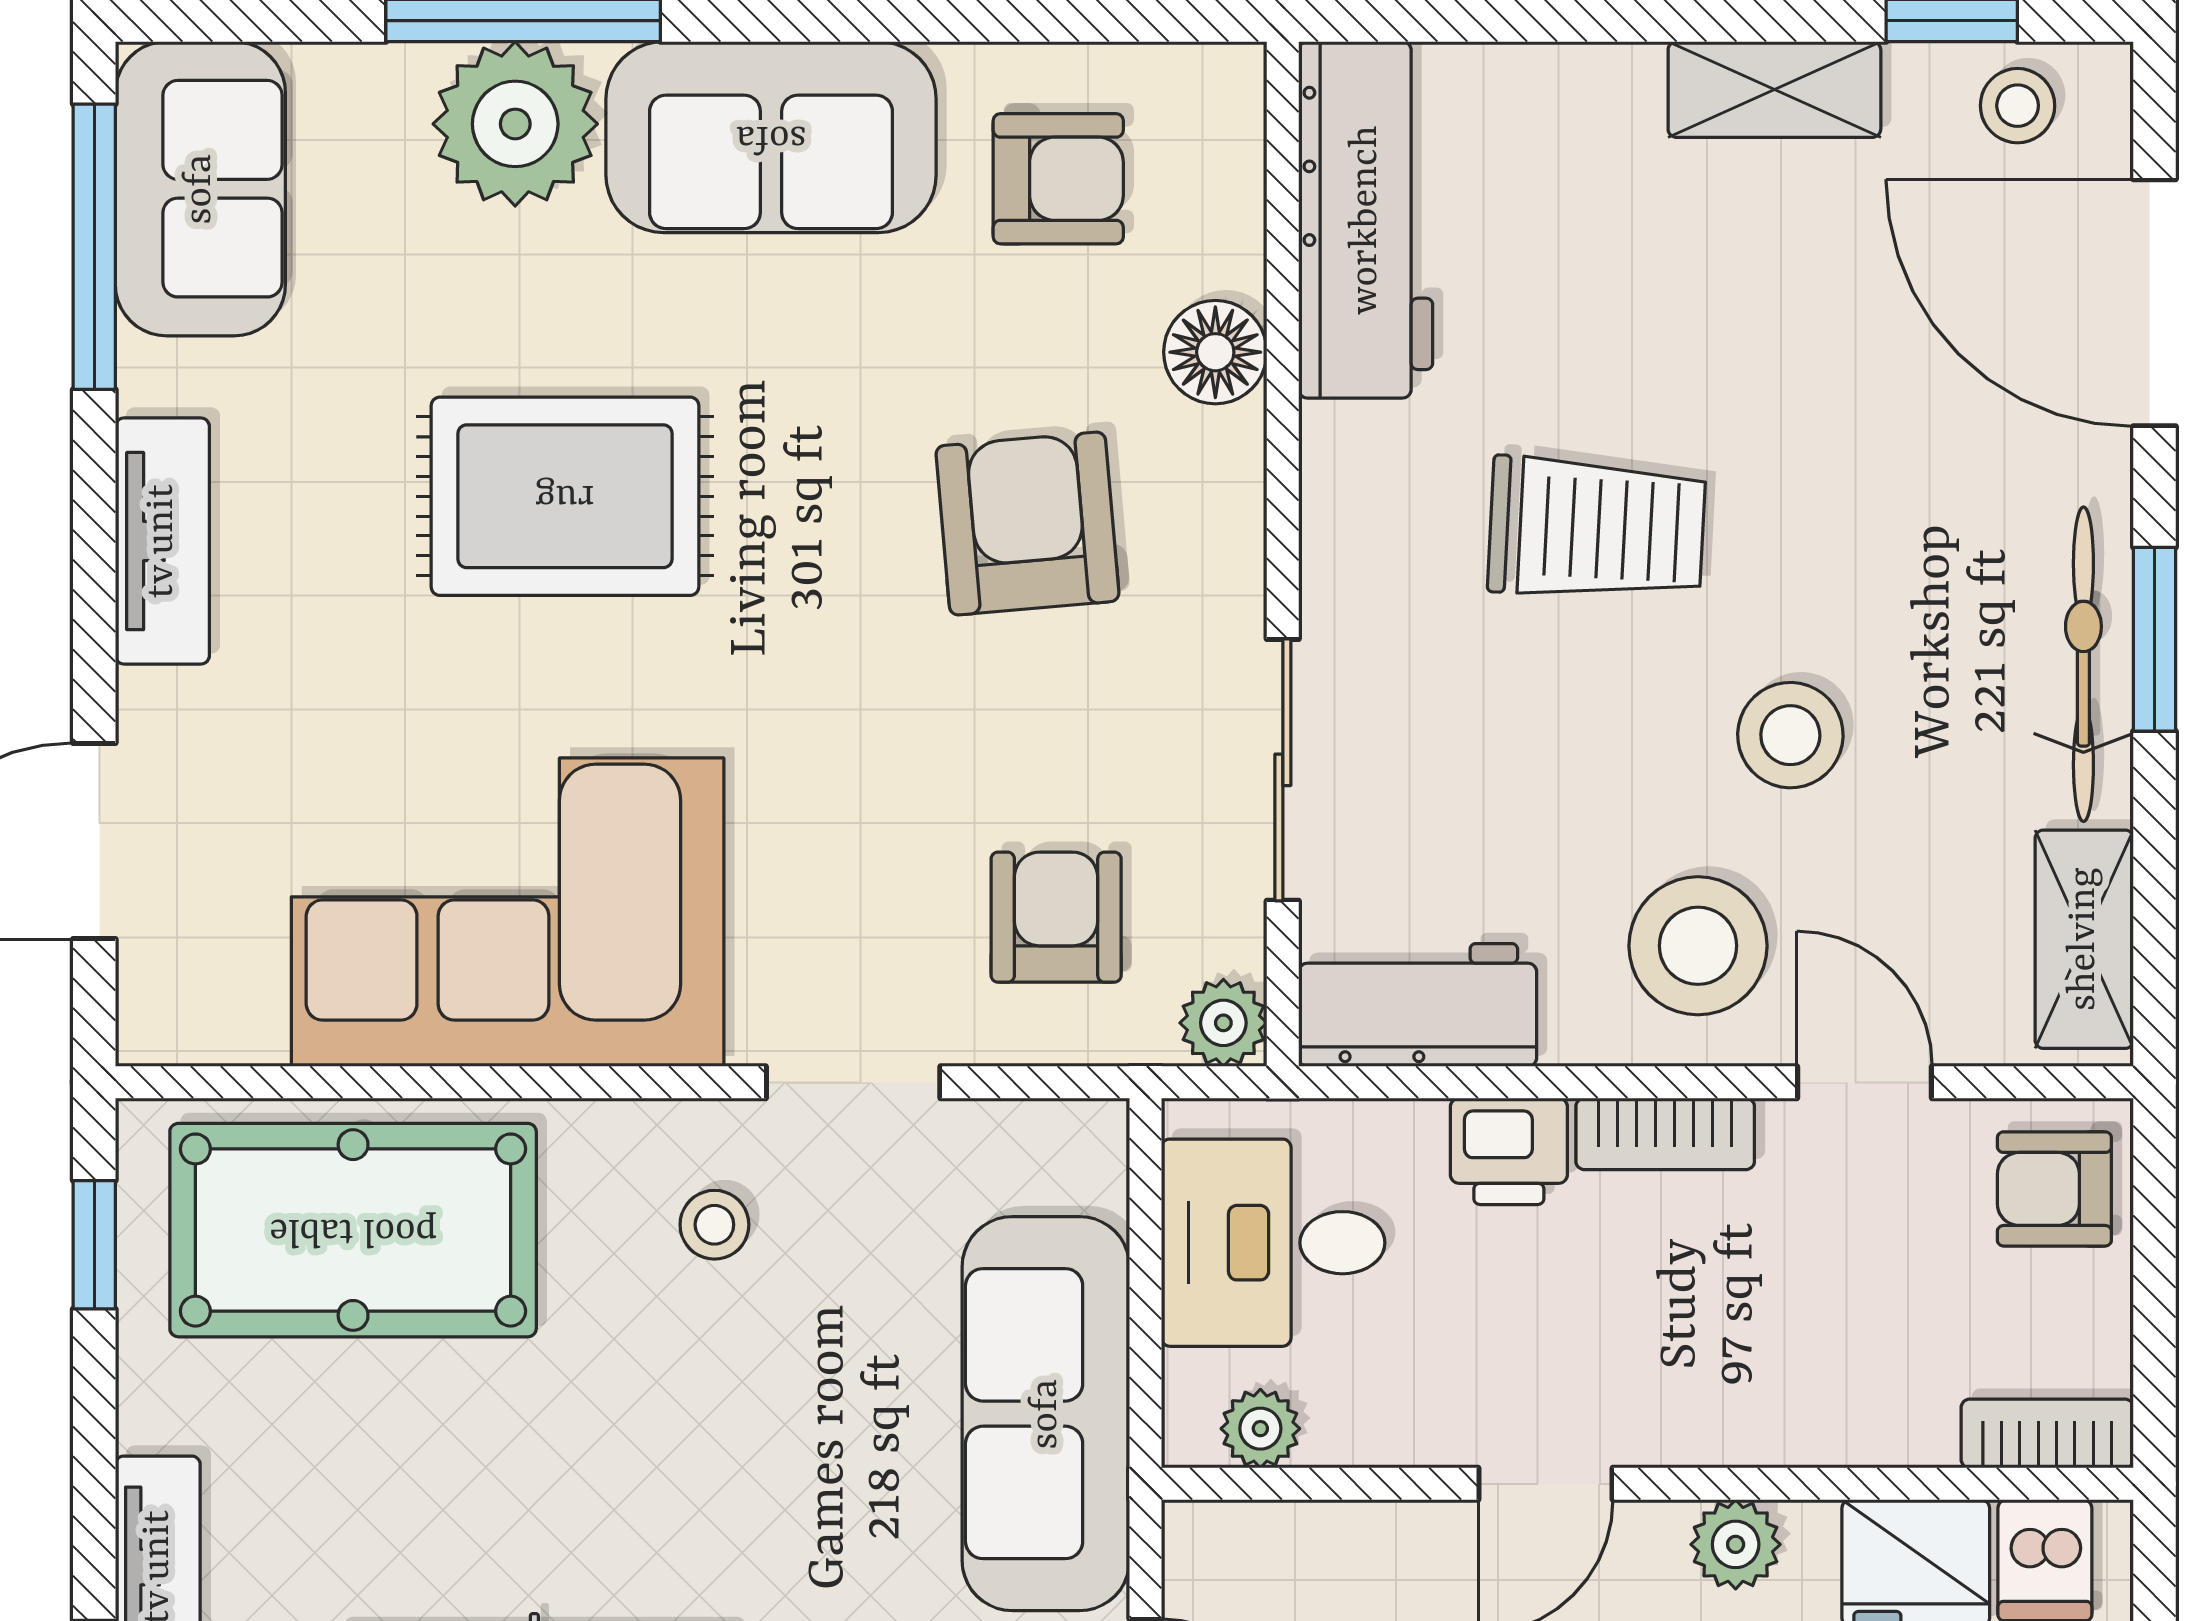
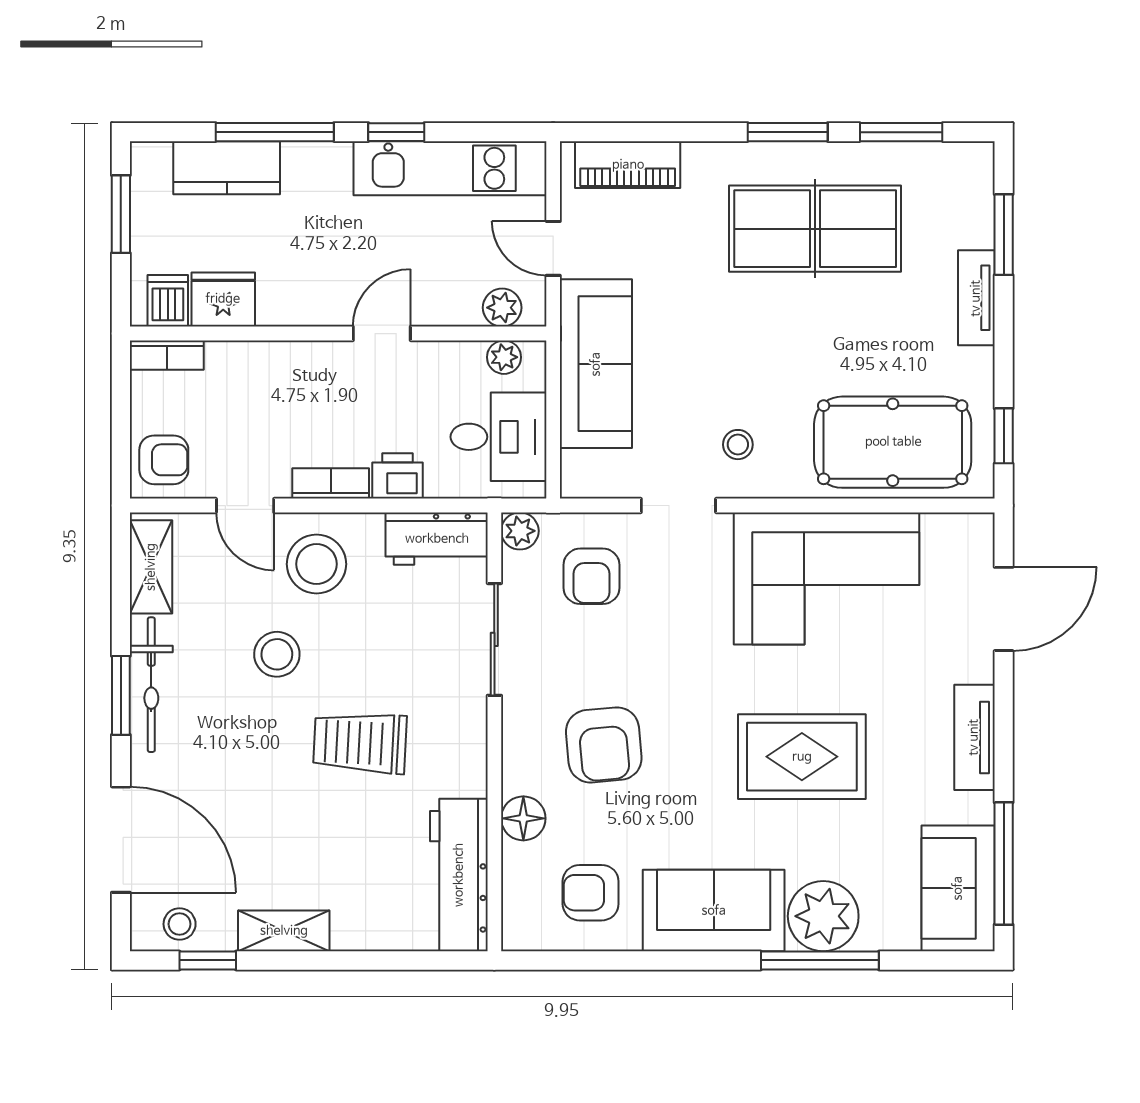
plant: (1736, 1544) -> (502, 308), moved

